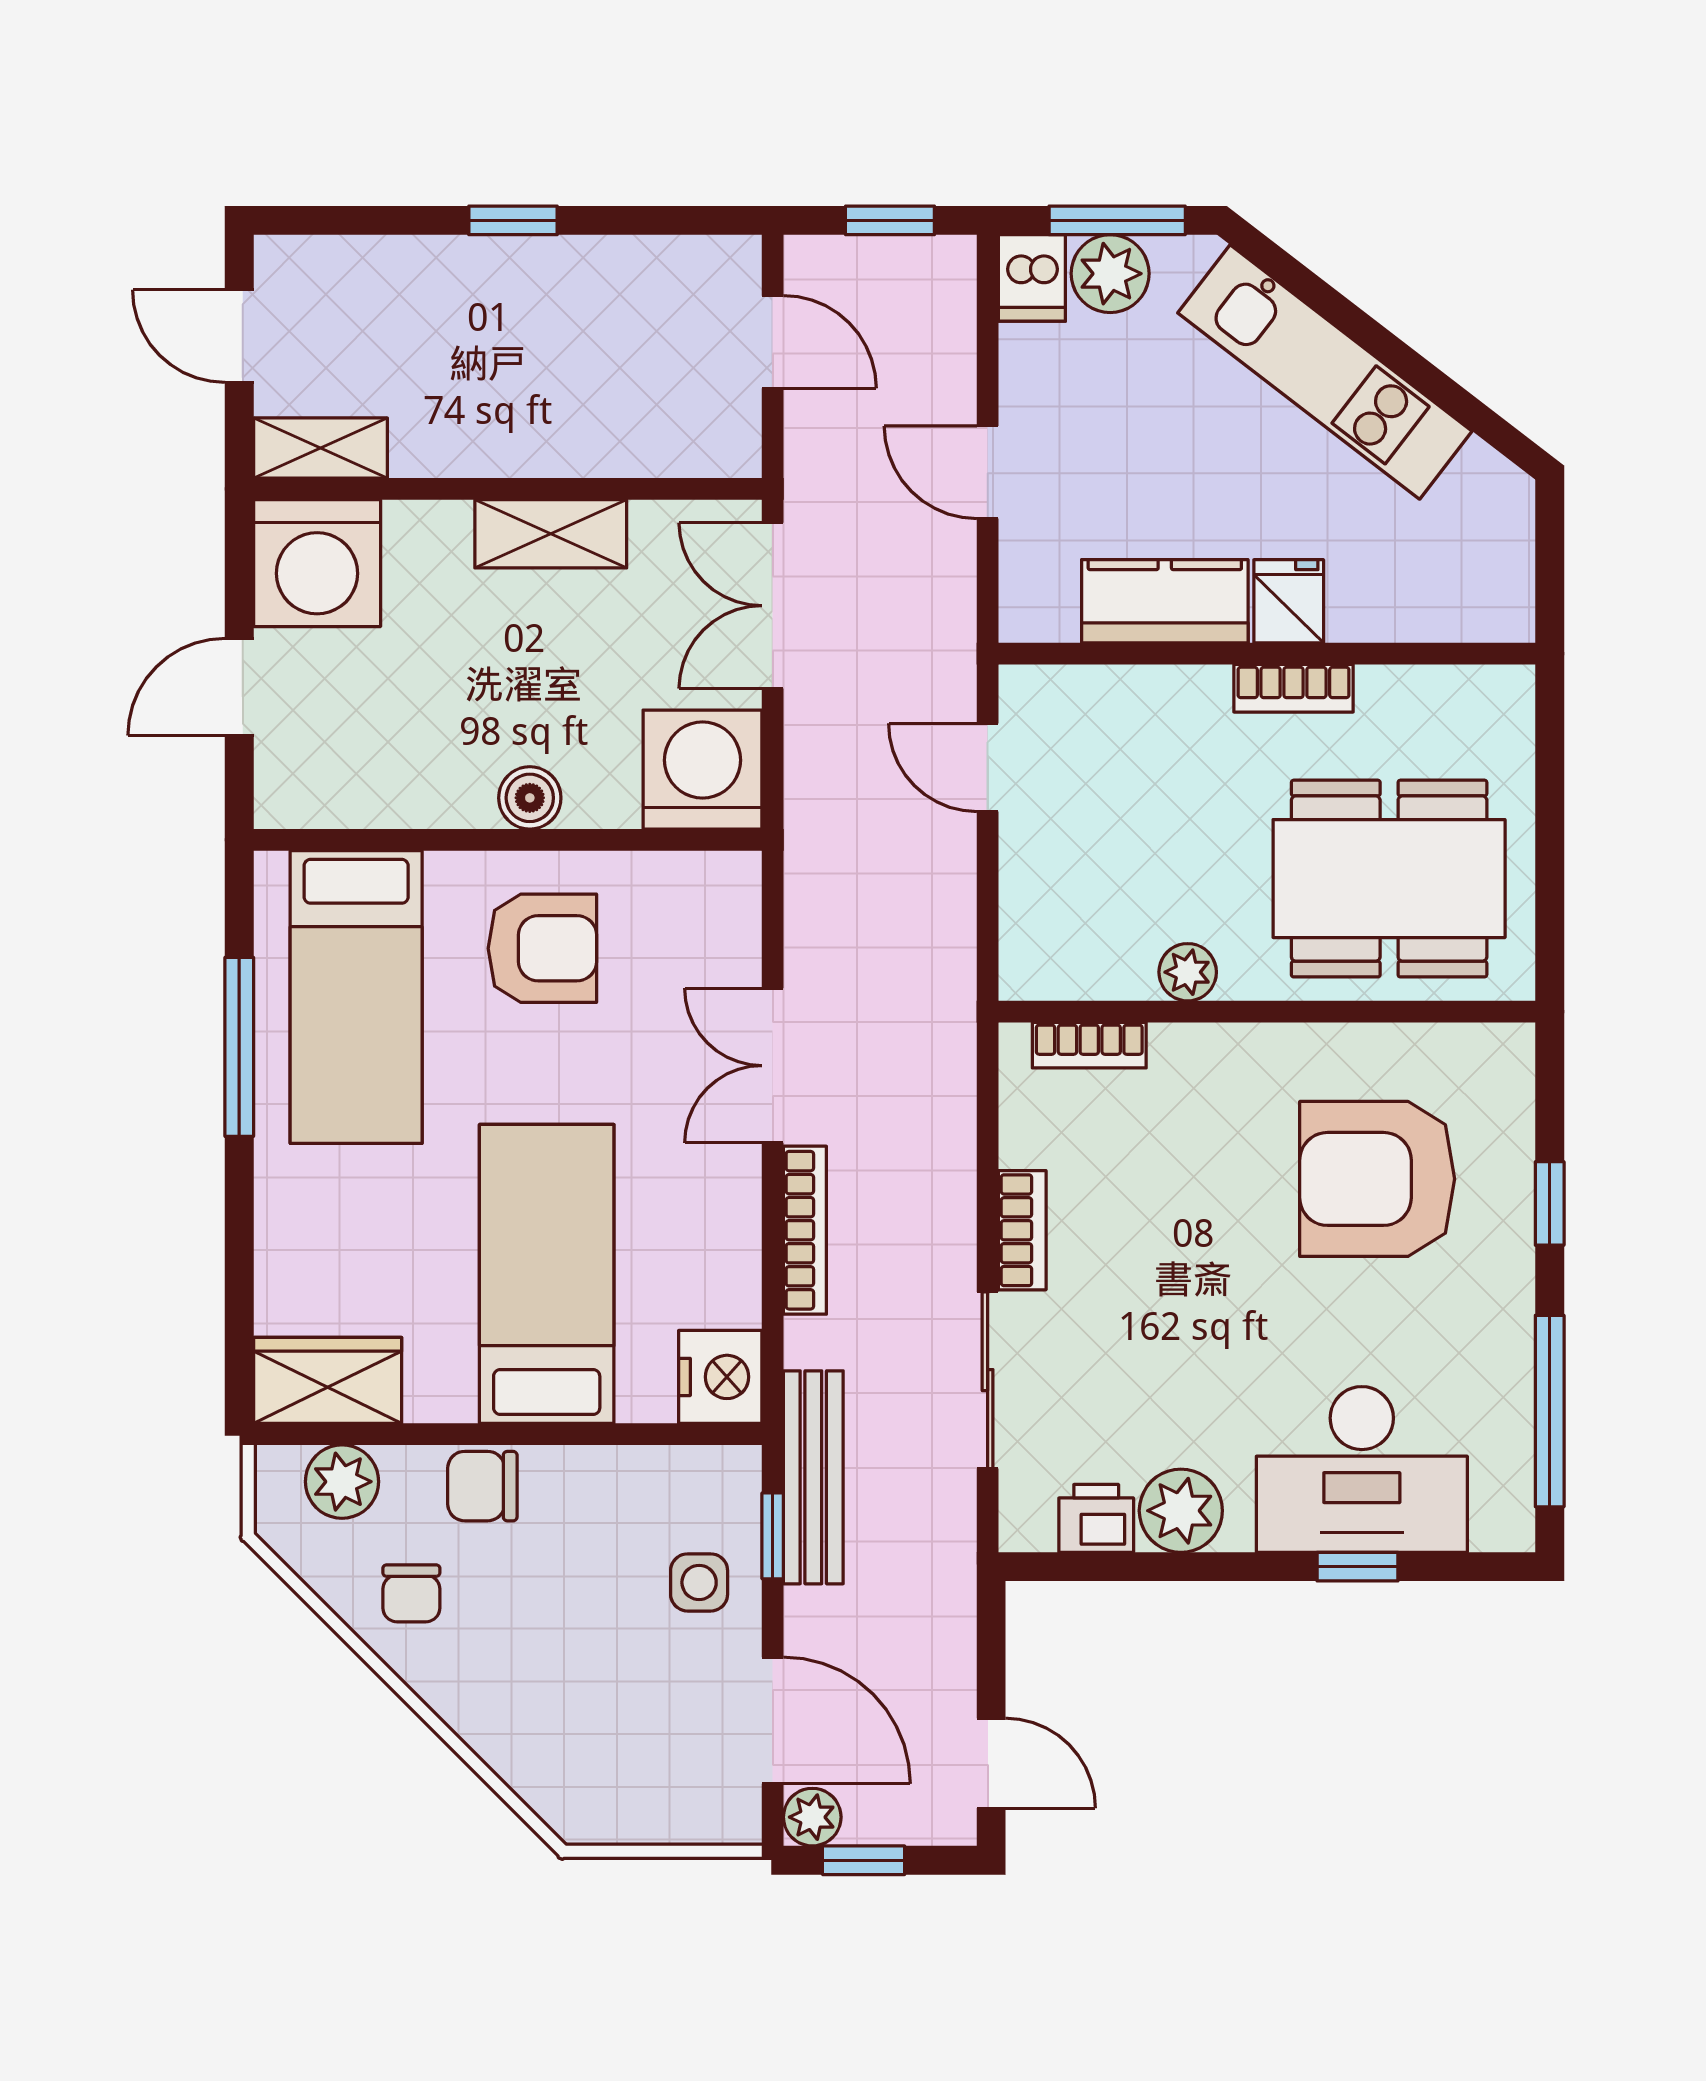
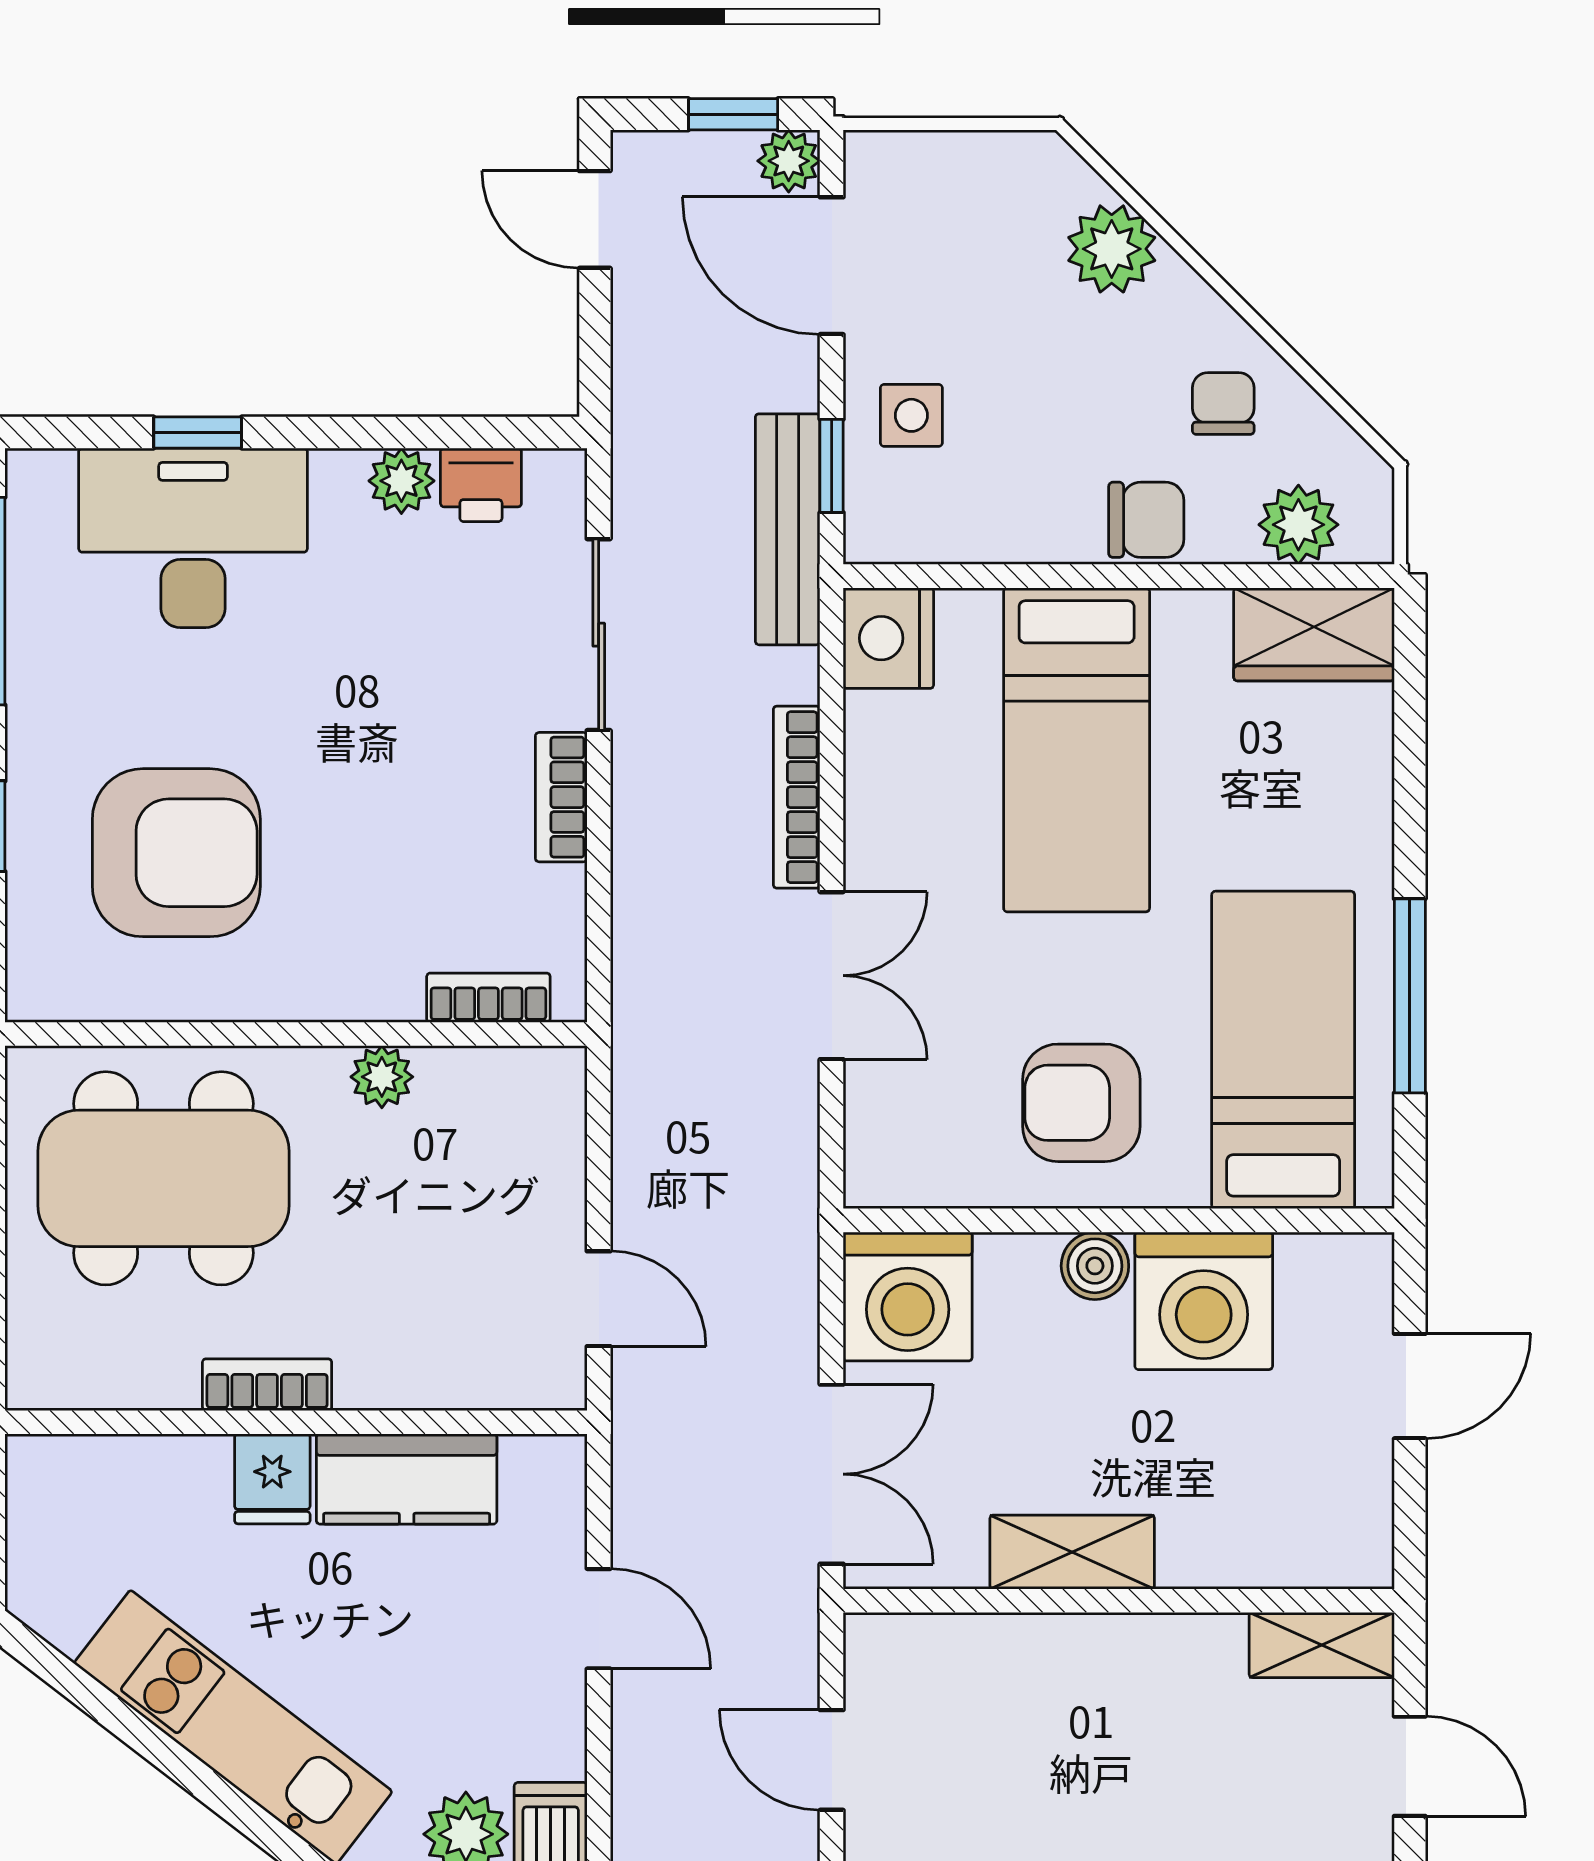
washing machine: (317, 563) -> (1204, 1301), moved, turned 180
plant: (1181, 1511) -> (401, 481), width x0.73, depth x0.73
plant: (514, 1736) -> (1112, 249), added

